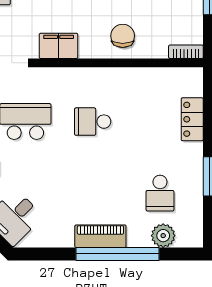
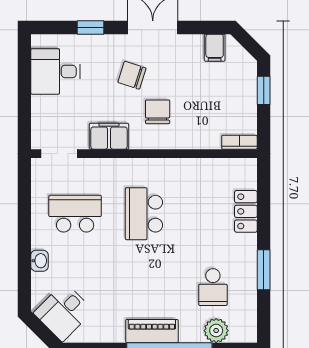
chair: (123, 36) -> (158, 112), moved
school desk: (93, 122) -> (144, 214), width x1.85

